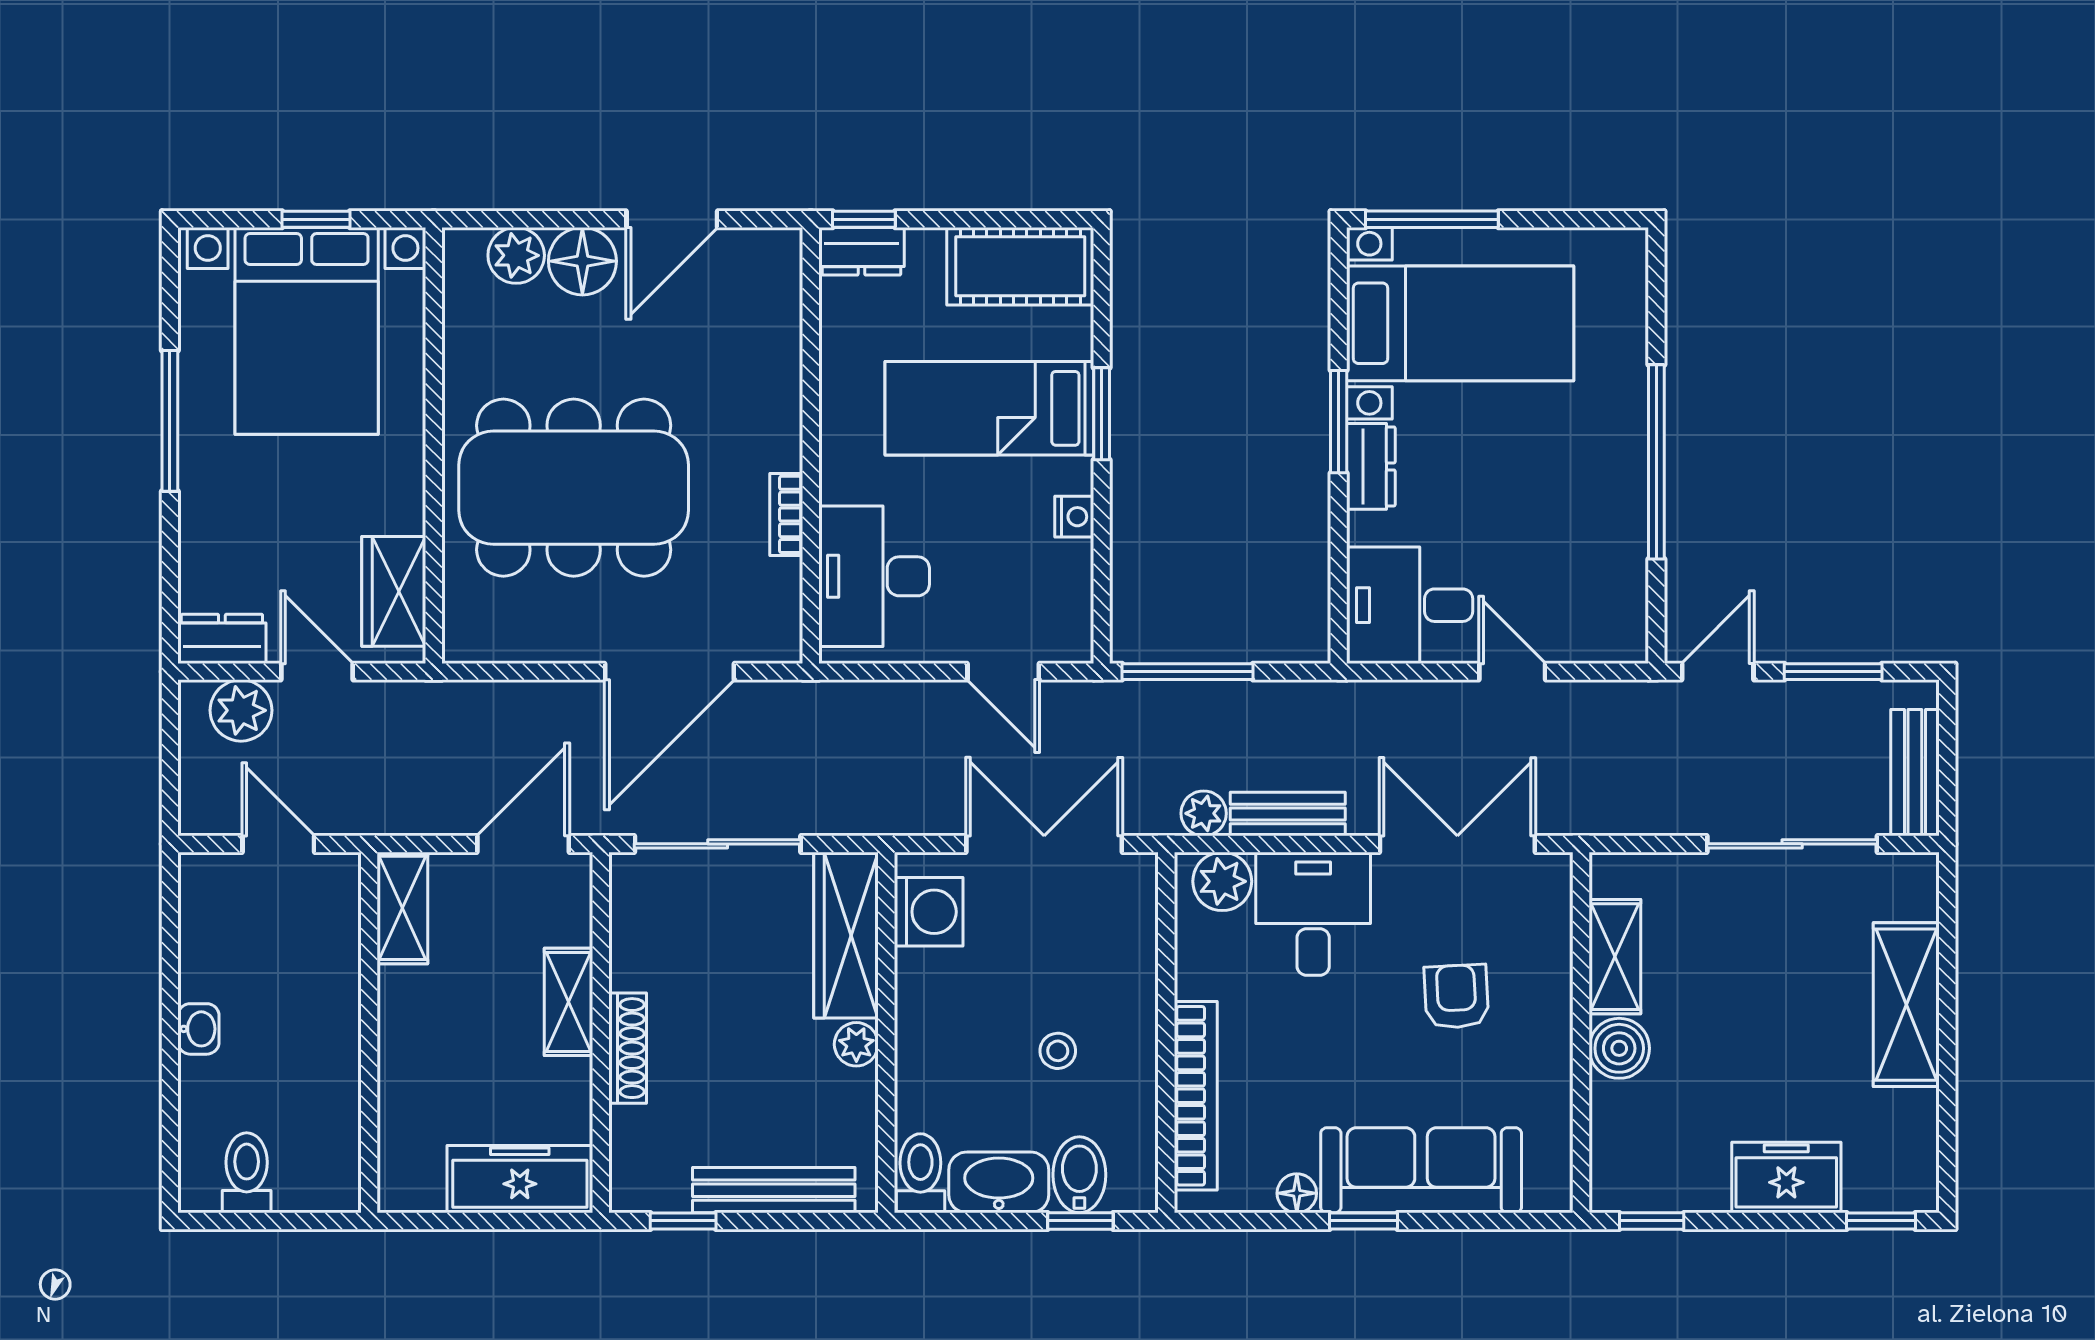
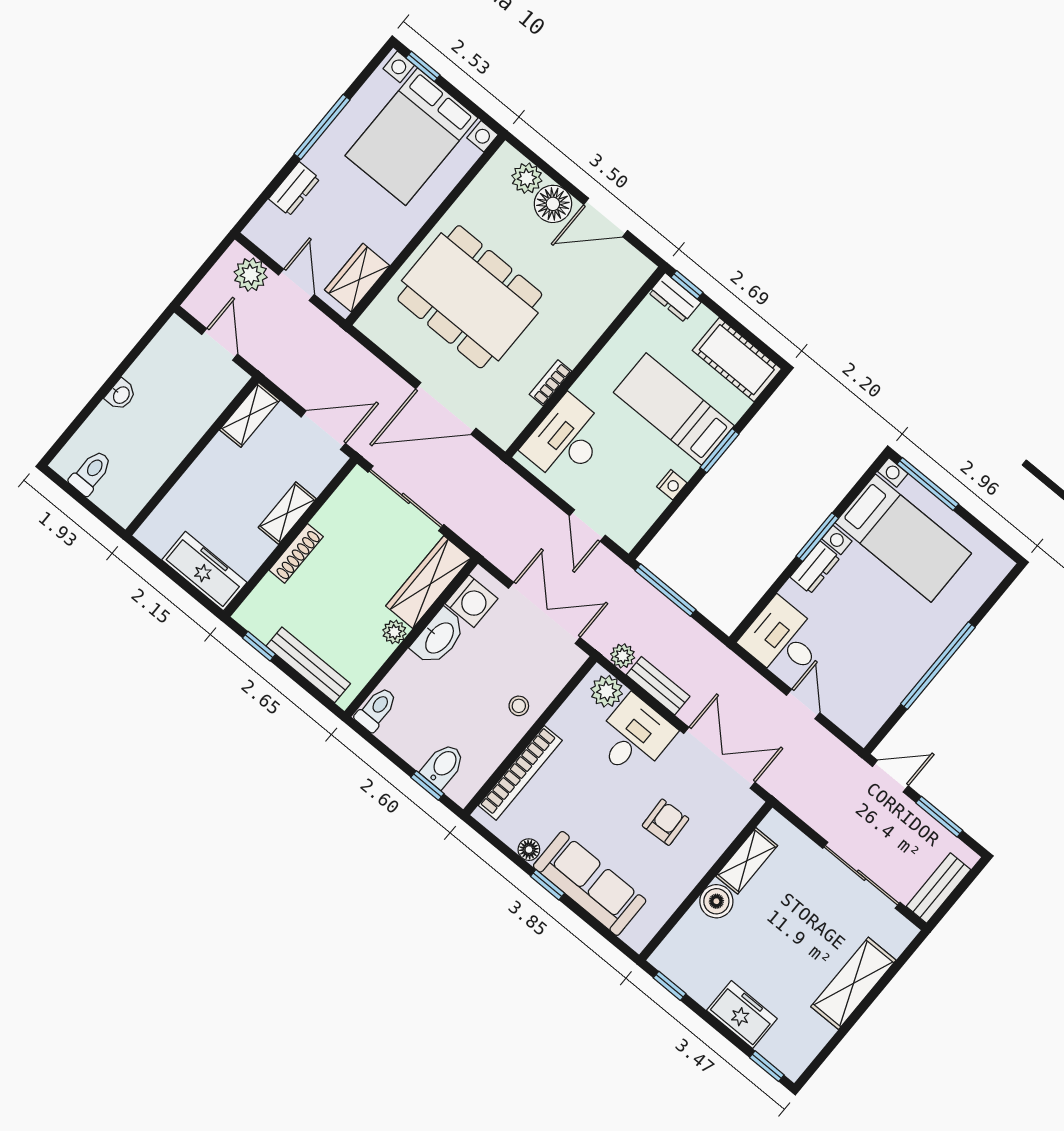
window: (316, 219) -> (423, 66), moved
dresser: (222, 639) -> (294, 189), moved, turned 90
stool: (1058, 1051) -> (519, 706), moved
washbasin: (999, 1182) -> (439, 637), moved, turned 90

